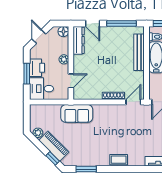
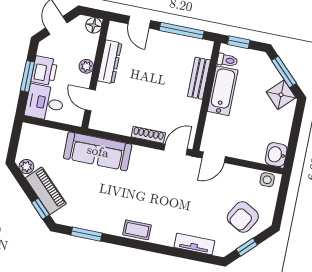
dresser: (79, 40) -> (110, 62), moved
bench: (139, 52) -> (199, 78), width x0.73
door: (71, 81) -> (90, 100), swing flipped
sofa: (77, 113) -> (98, 151), width x1.36

